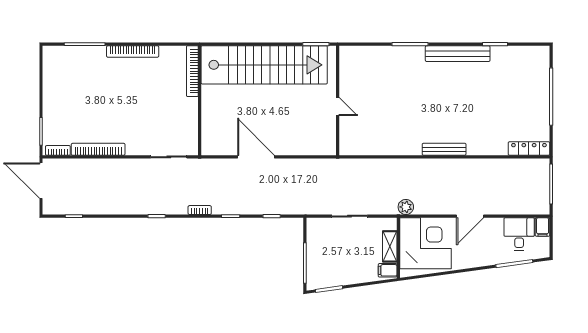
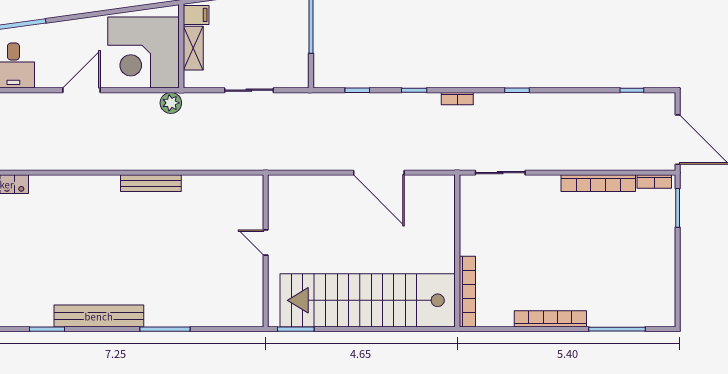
bench: (444, 149) -> (151, 183), moved

